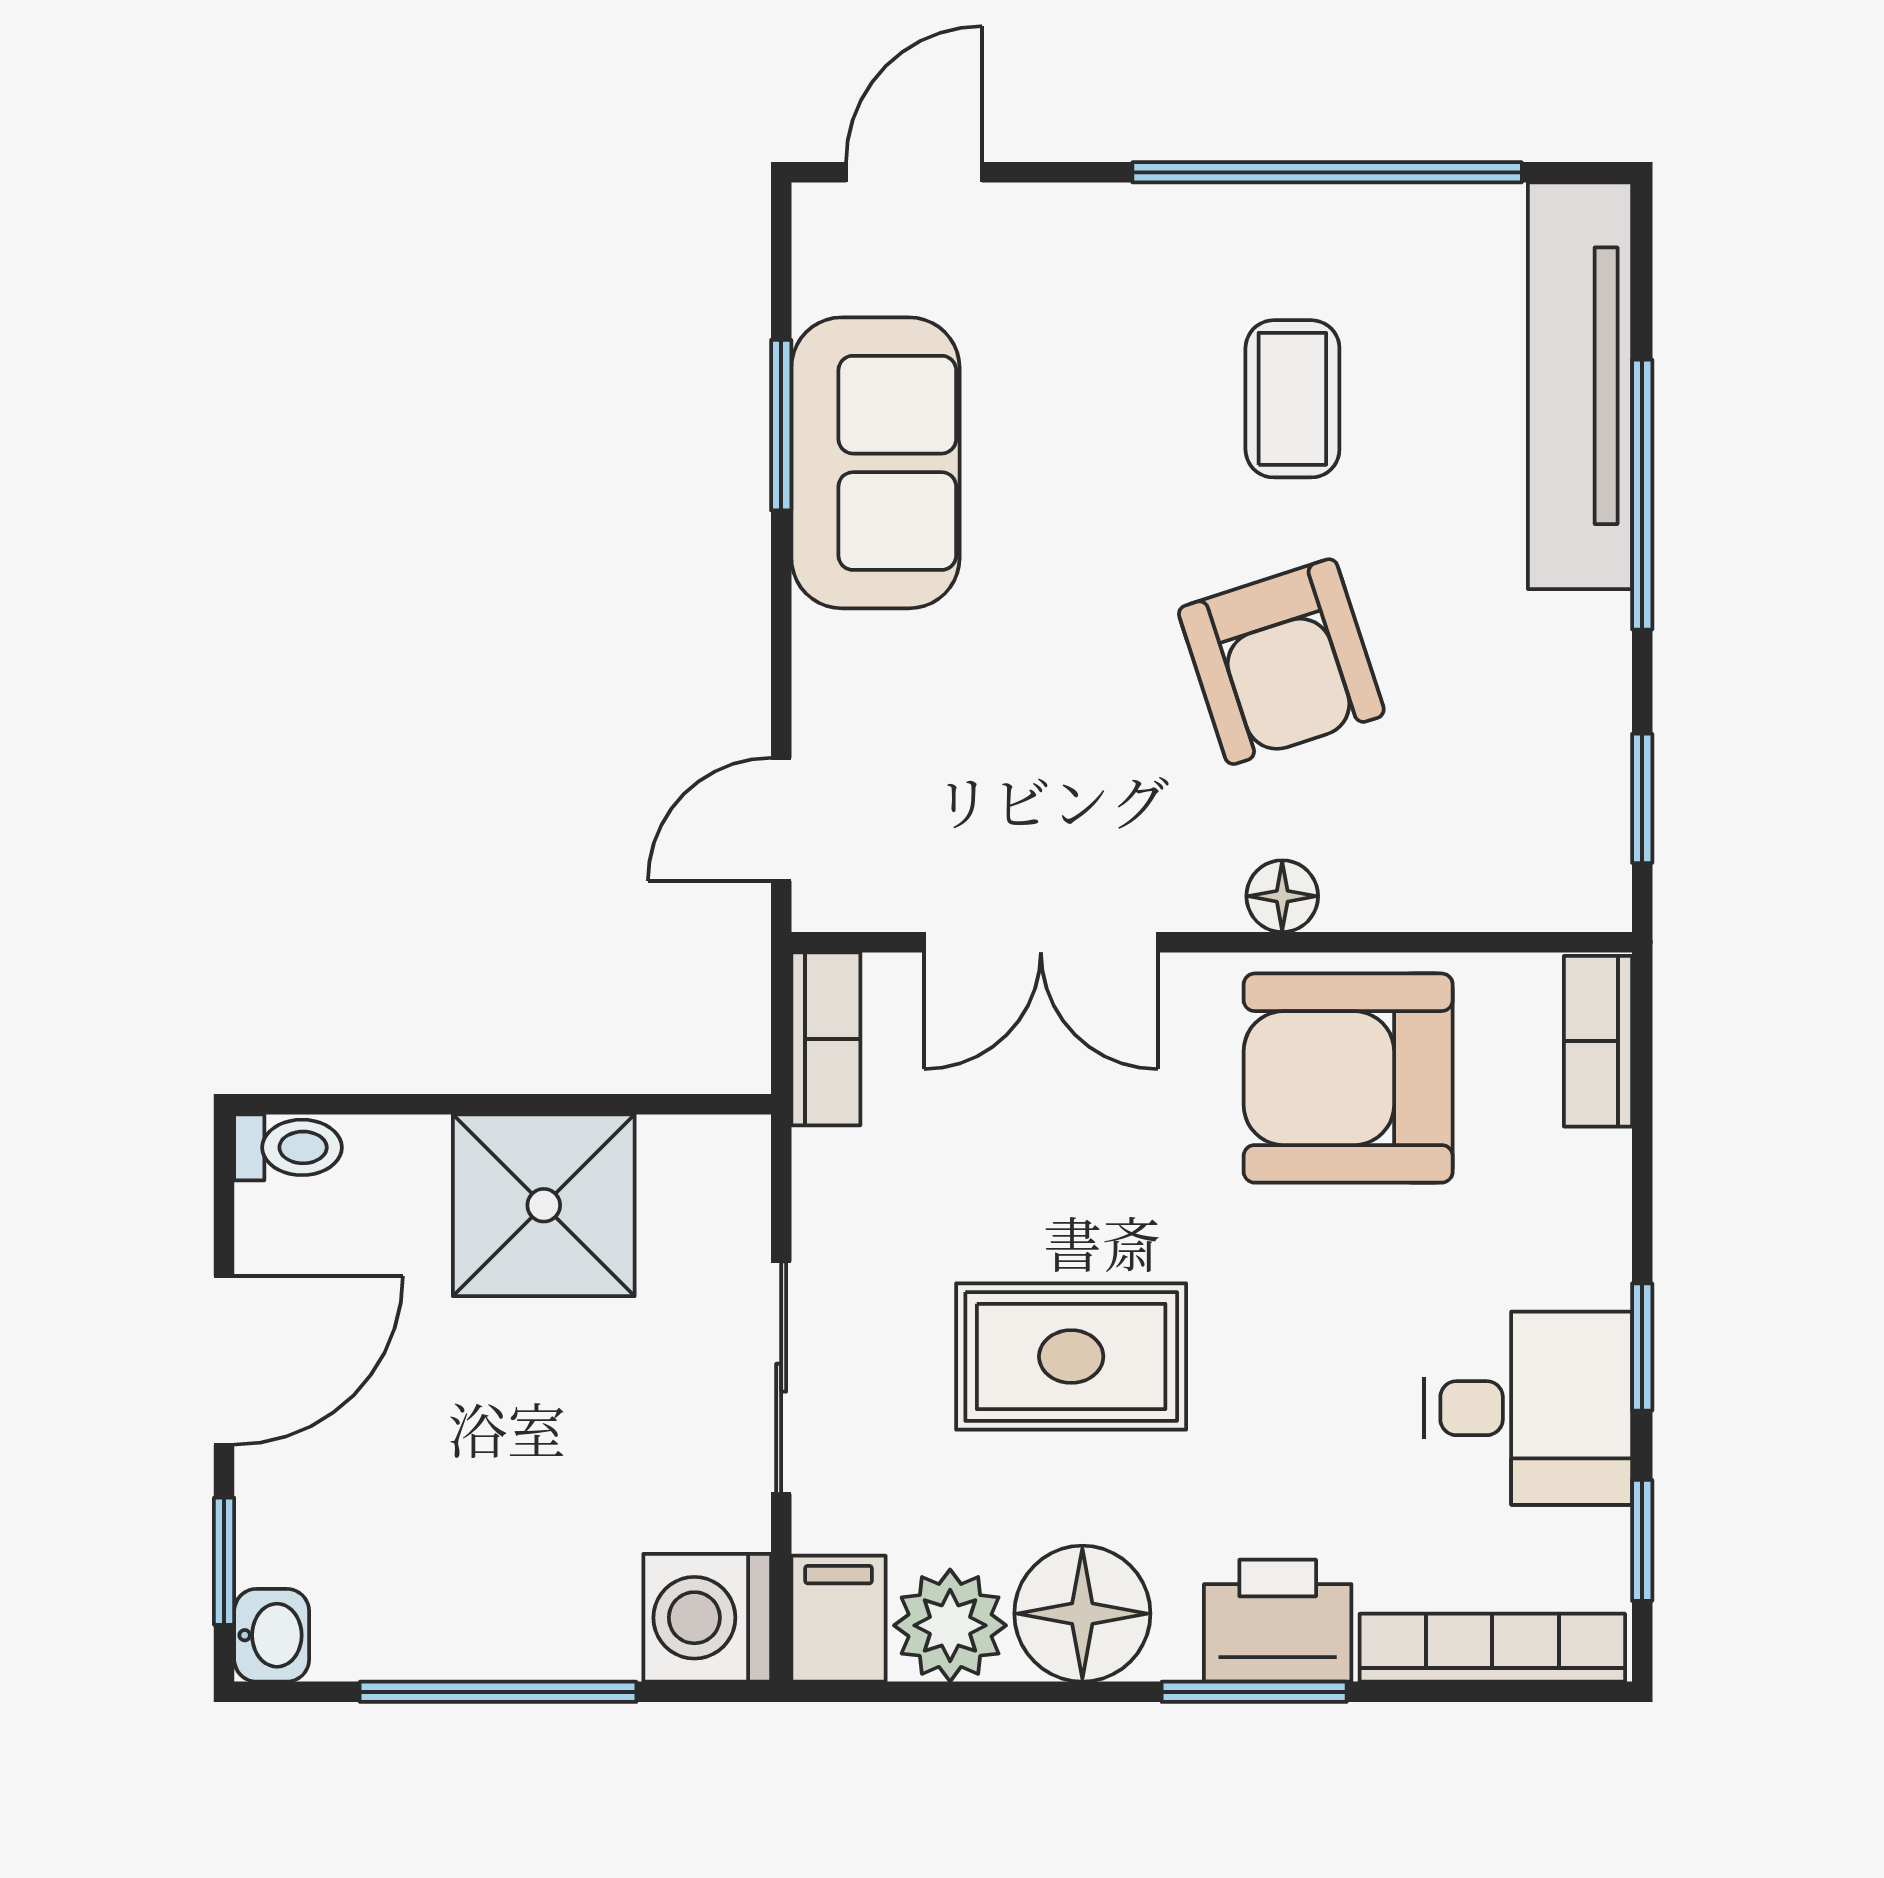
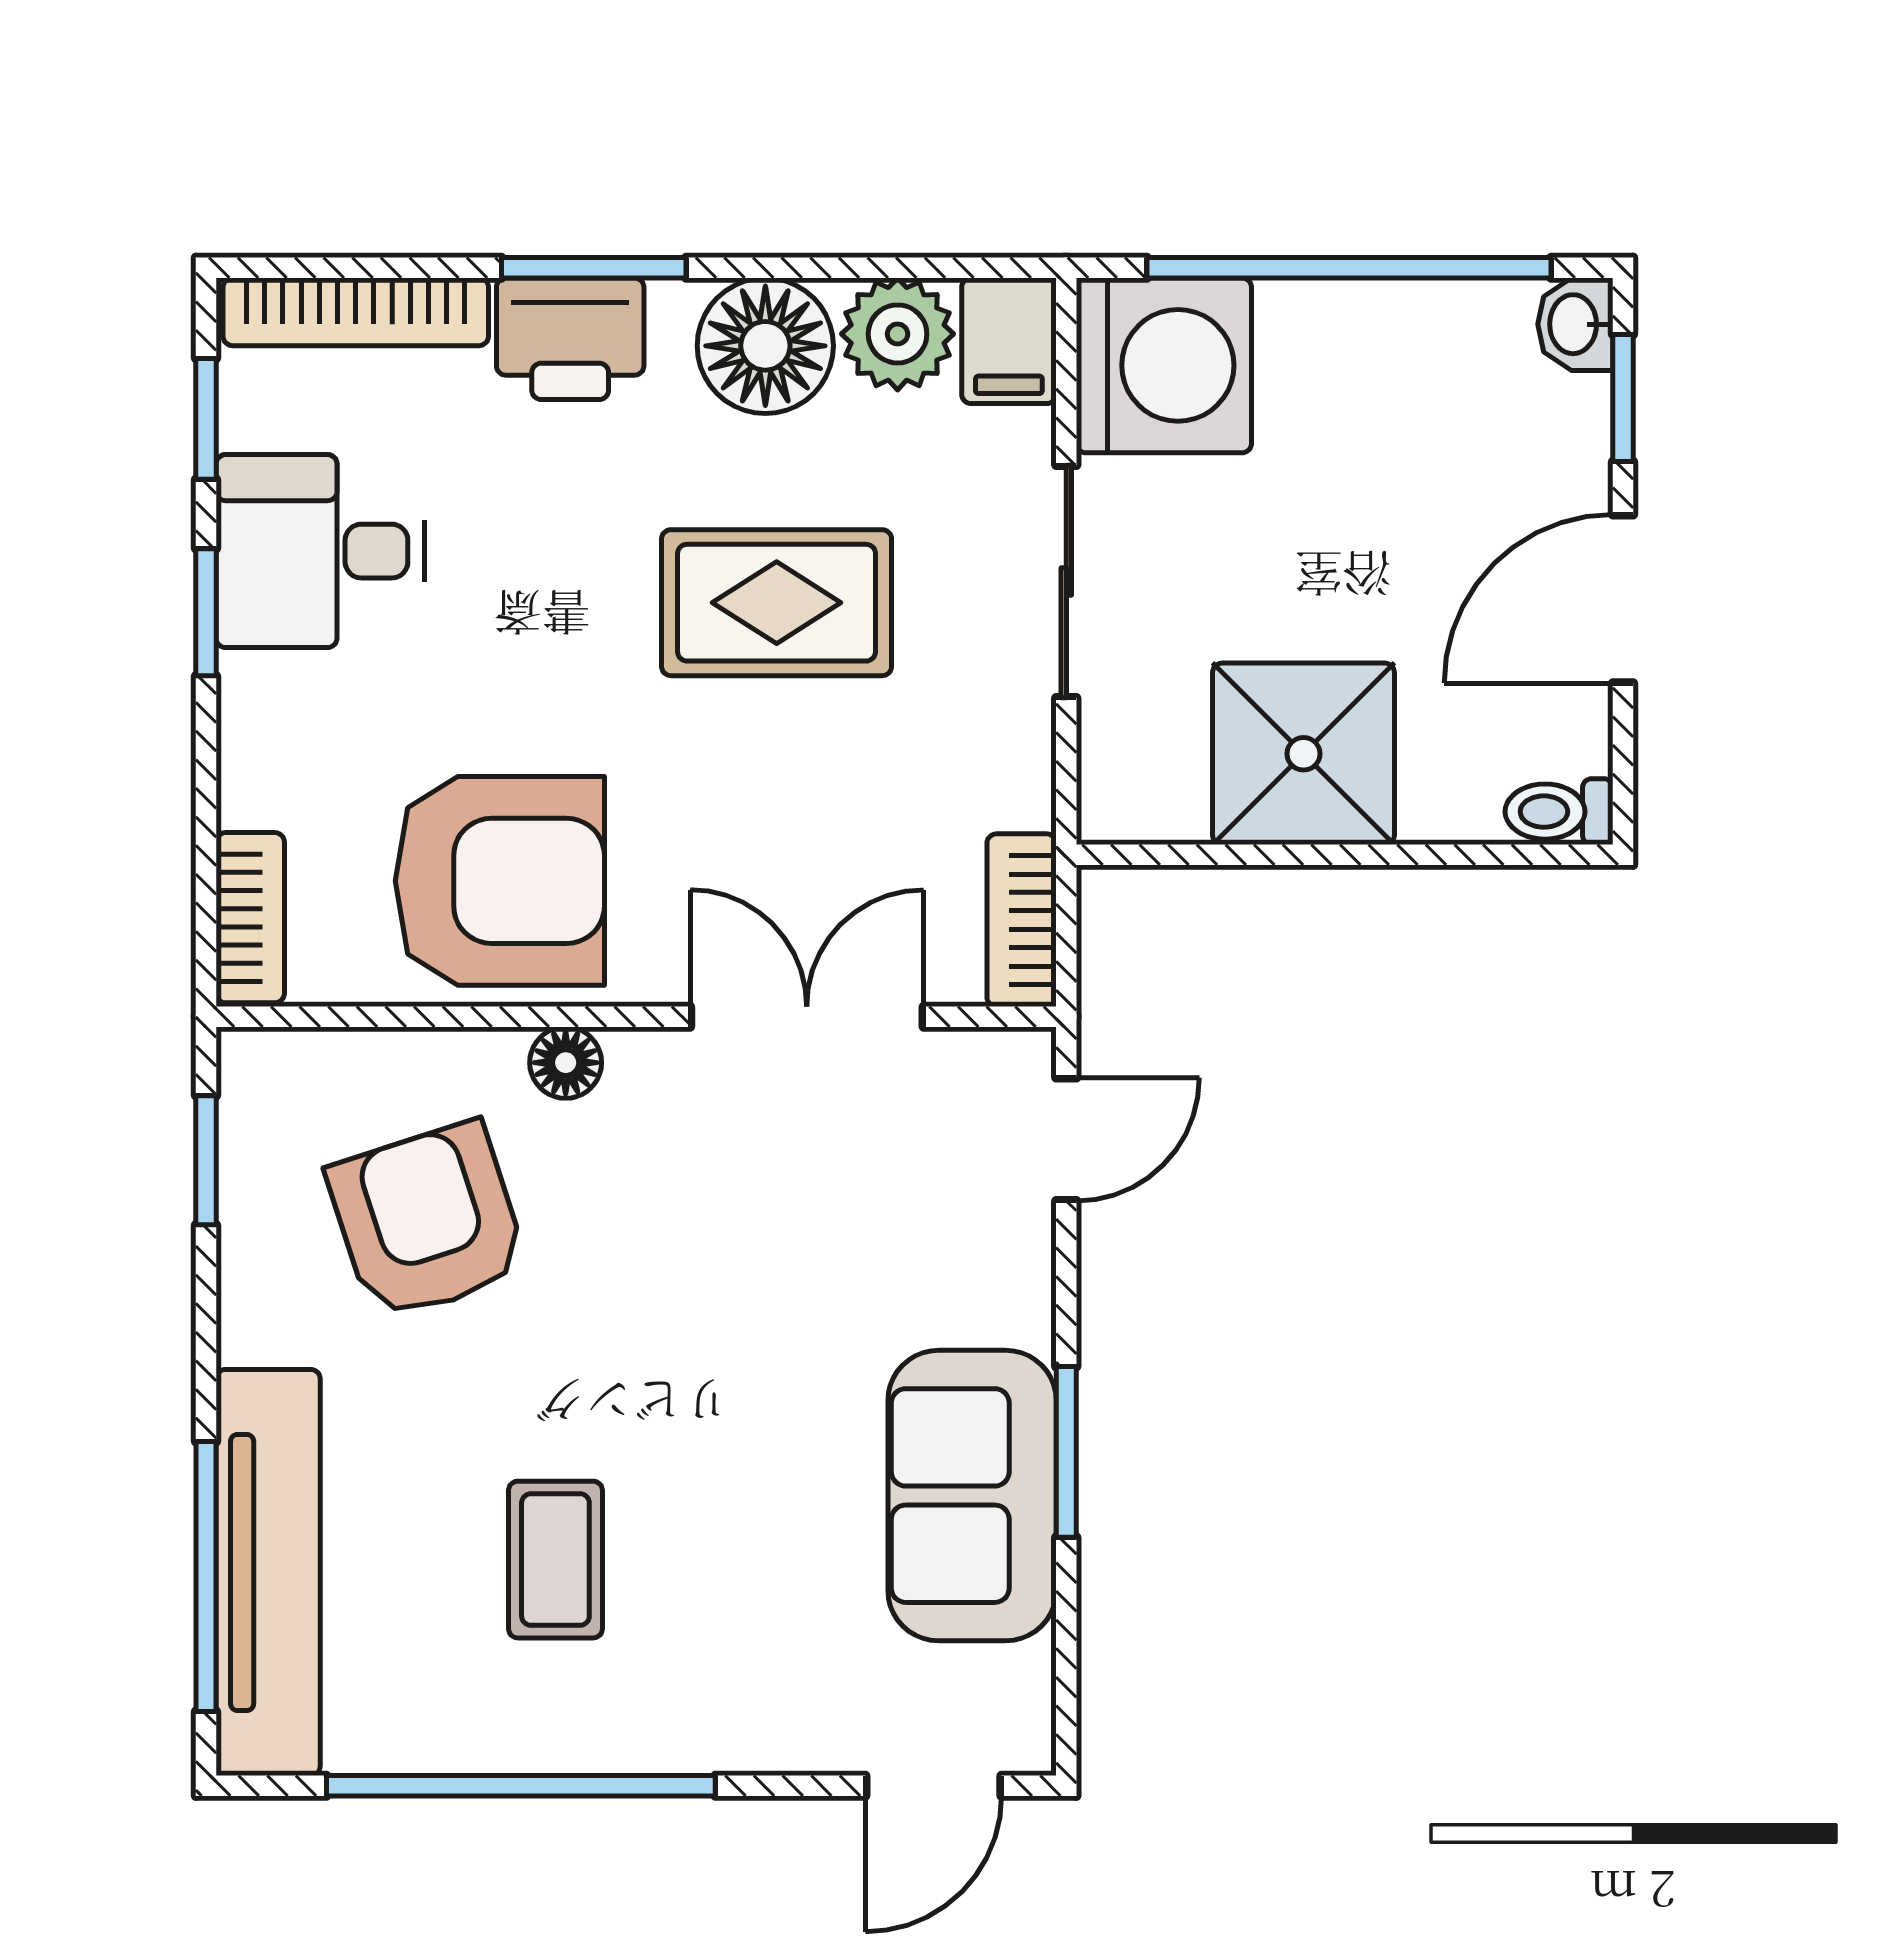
window: (781, 425) -> (1066, 1452), moved
window: (1642, 495) -> (206, 1576), moved
armchair: (1281, 662) -> (427, 1221), moved
washing machine: (707, 1618) -> (1164, 365), width x1.37, depth x1.37
window: (498, 1692) -> (1349, 268), width x1.46

